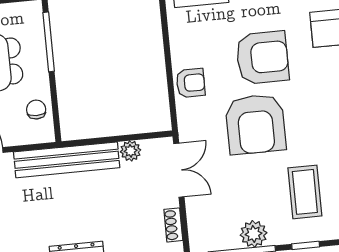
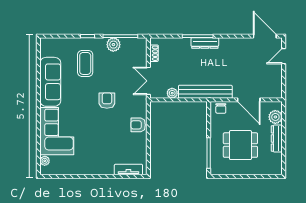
armchair: (262, 58) -> (100, 134), removed
chair: (36, 110) -> (221, 108), moved
armchair: (256, 124) -> (107, 101), width x0.53, depth x0.53

